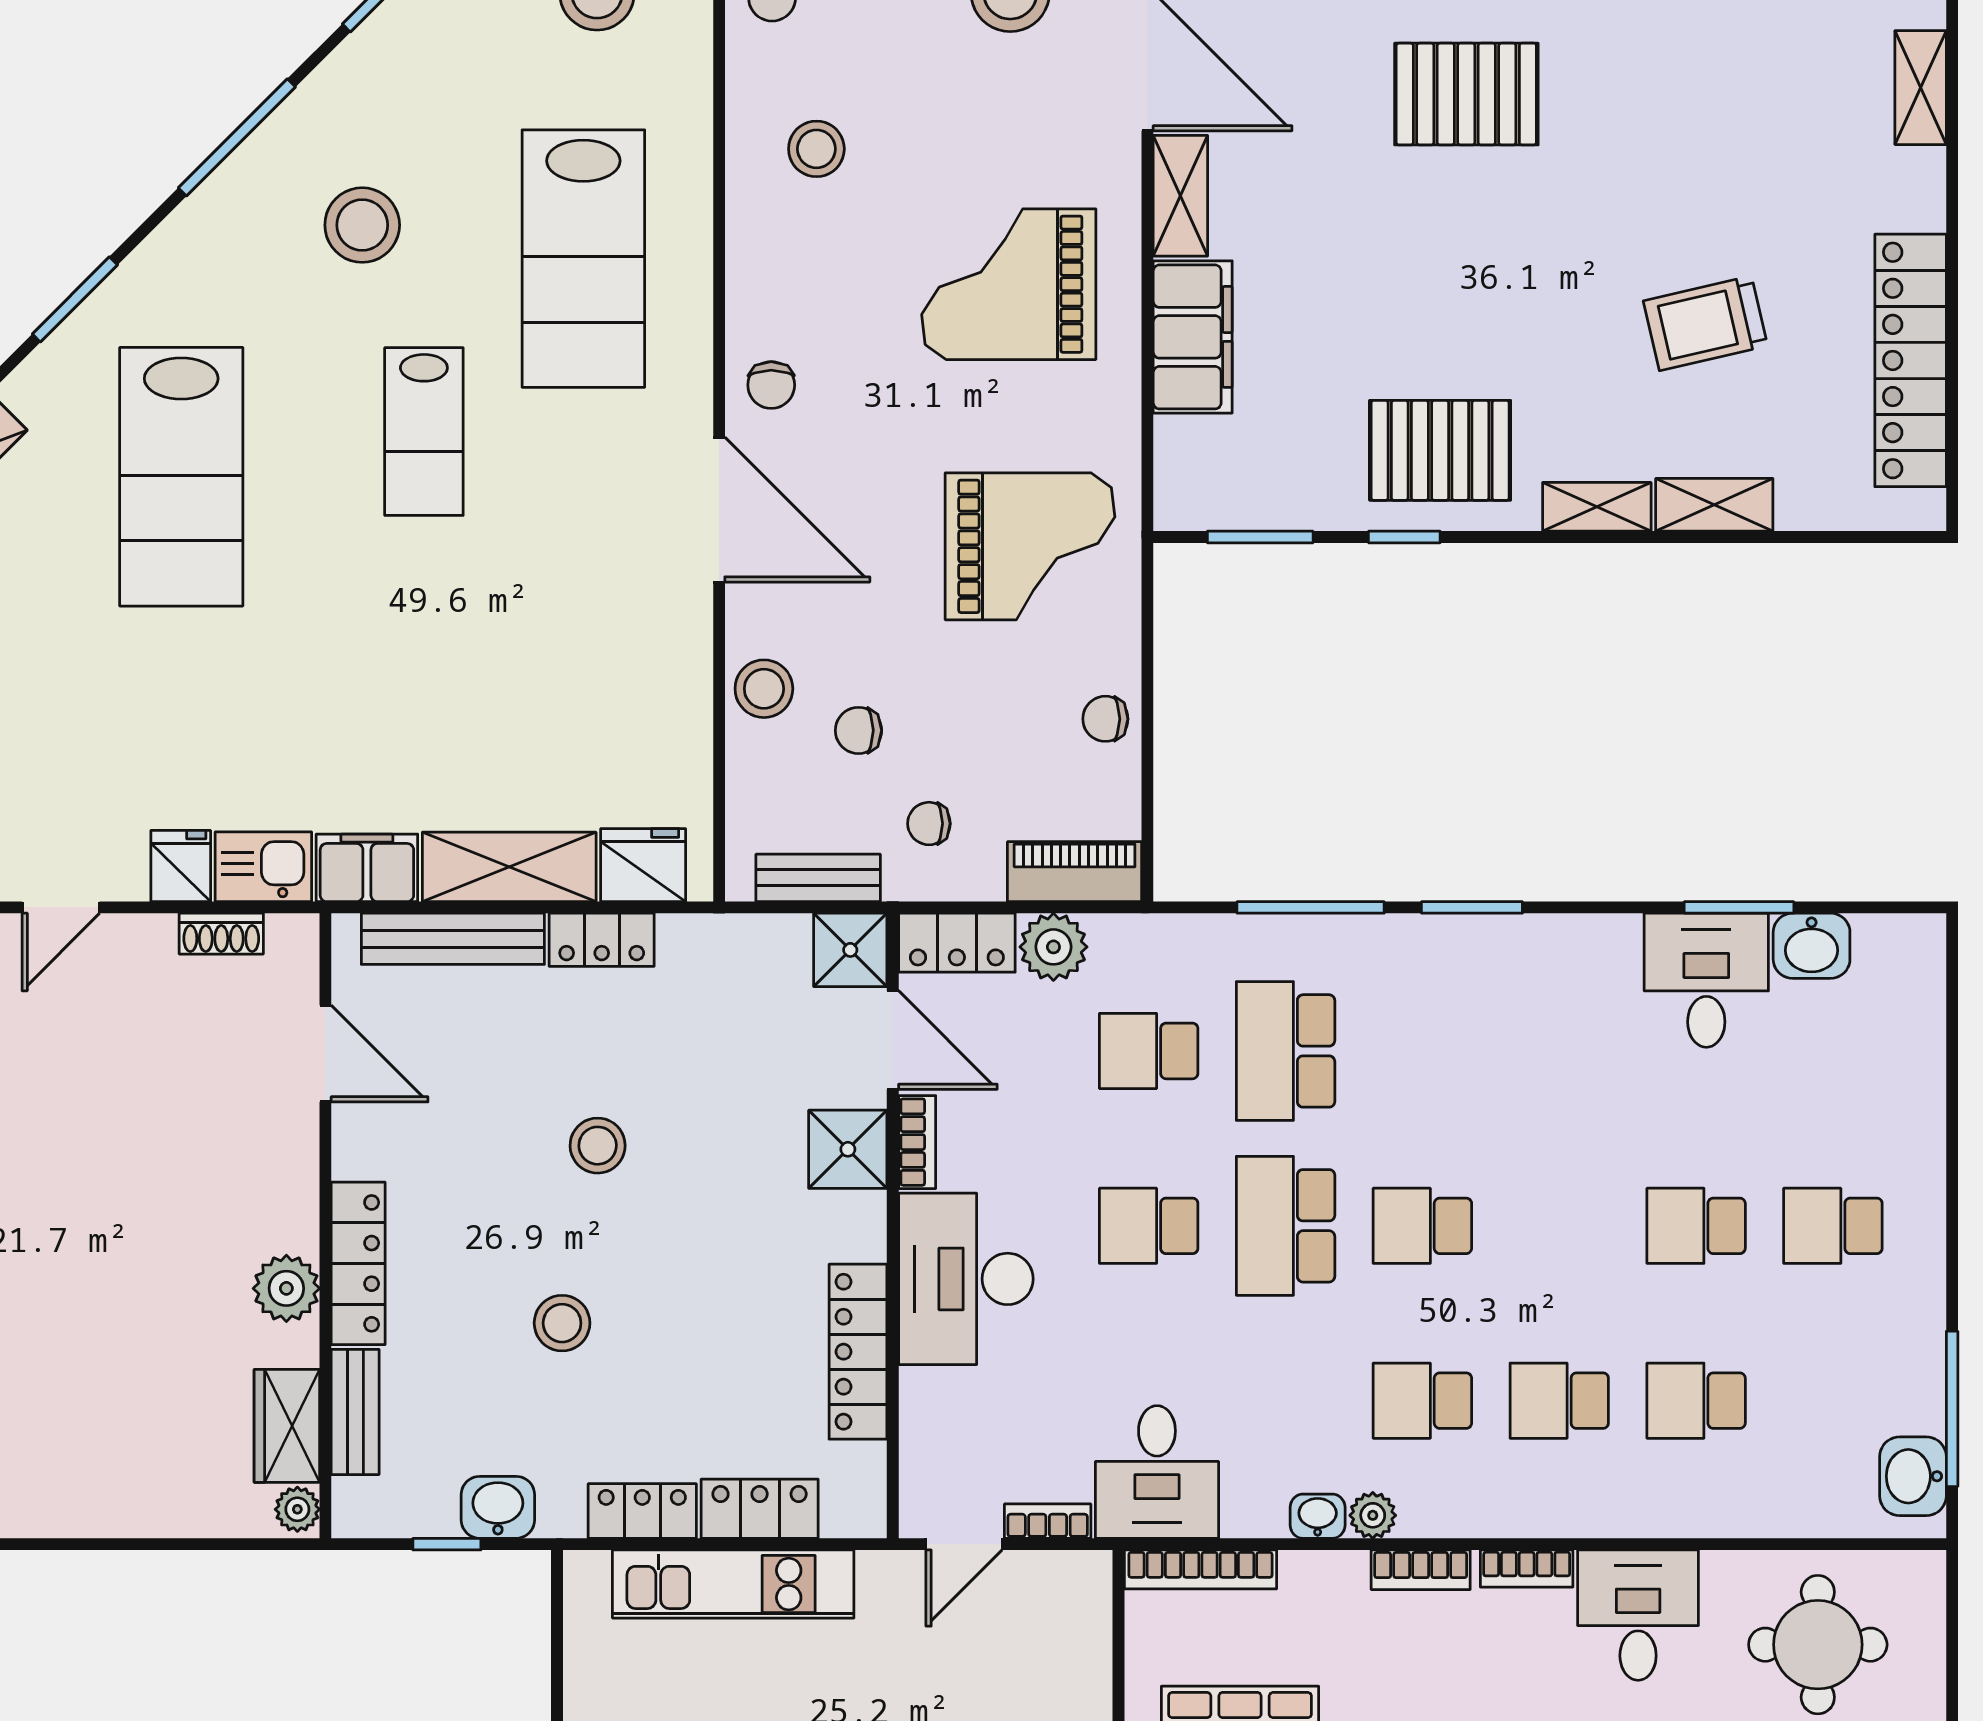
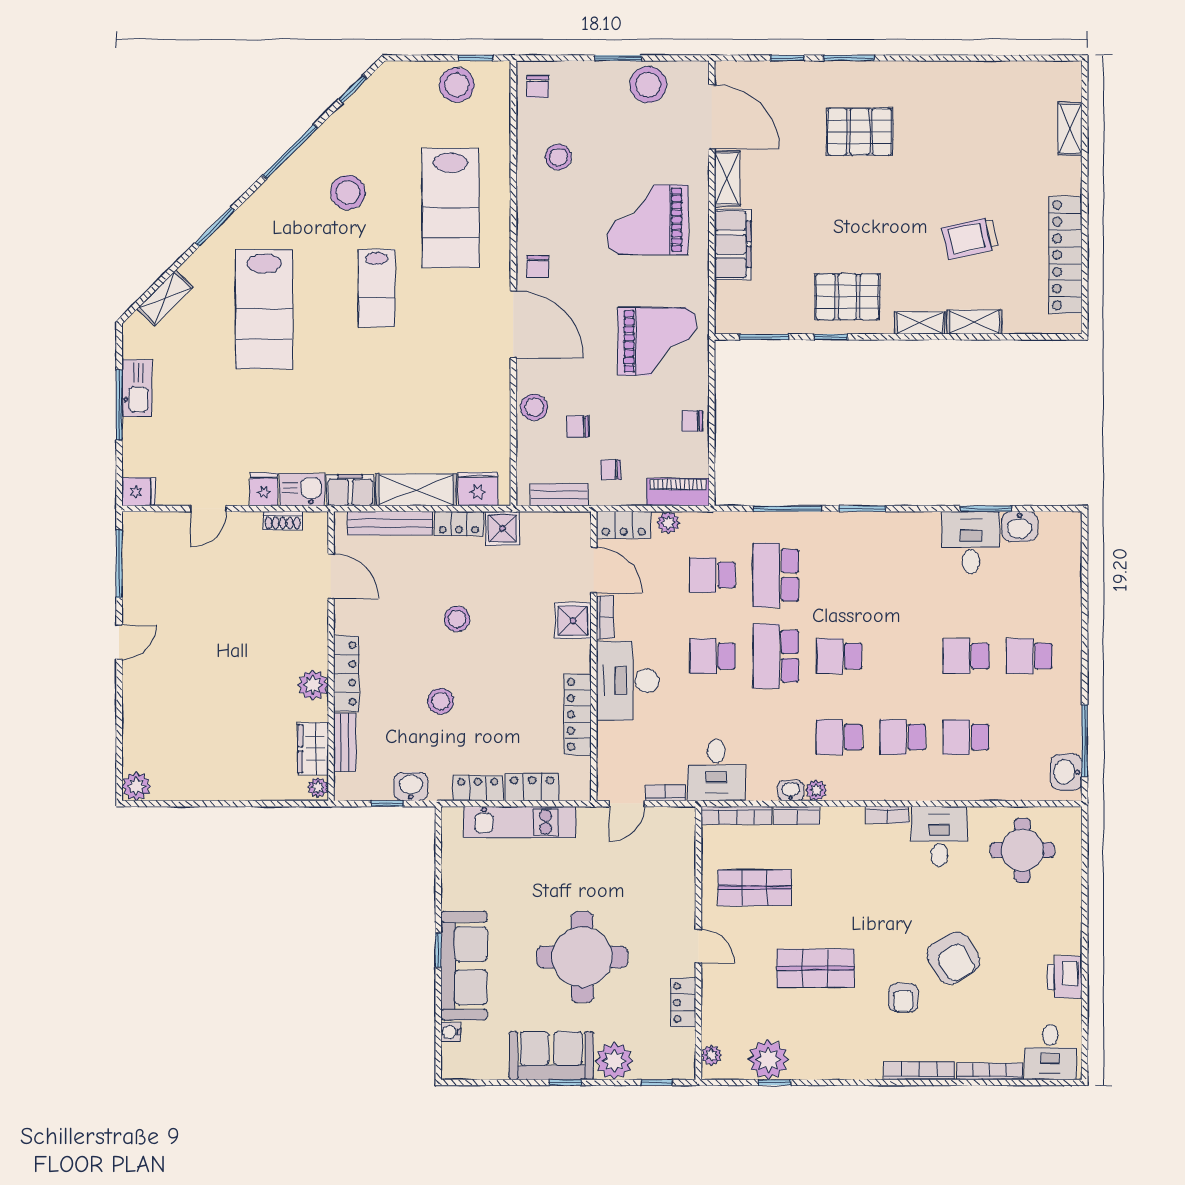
plant: (1053, 947) -> (668, 523), width x0.73, depth x0.73
shower: (850, 950) -> (502, 528), moved
bookcase: (1421, 1570) -> (797, 815), moved

